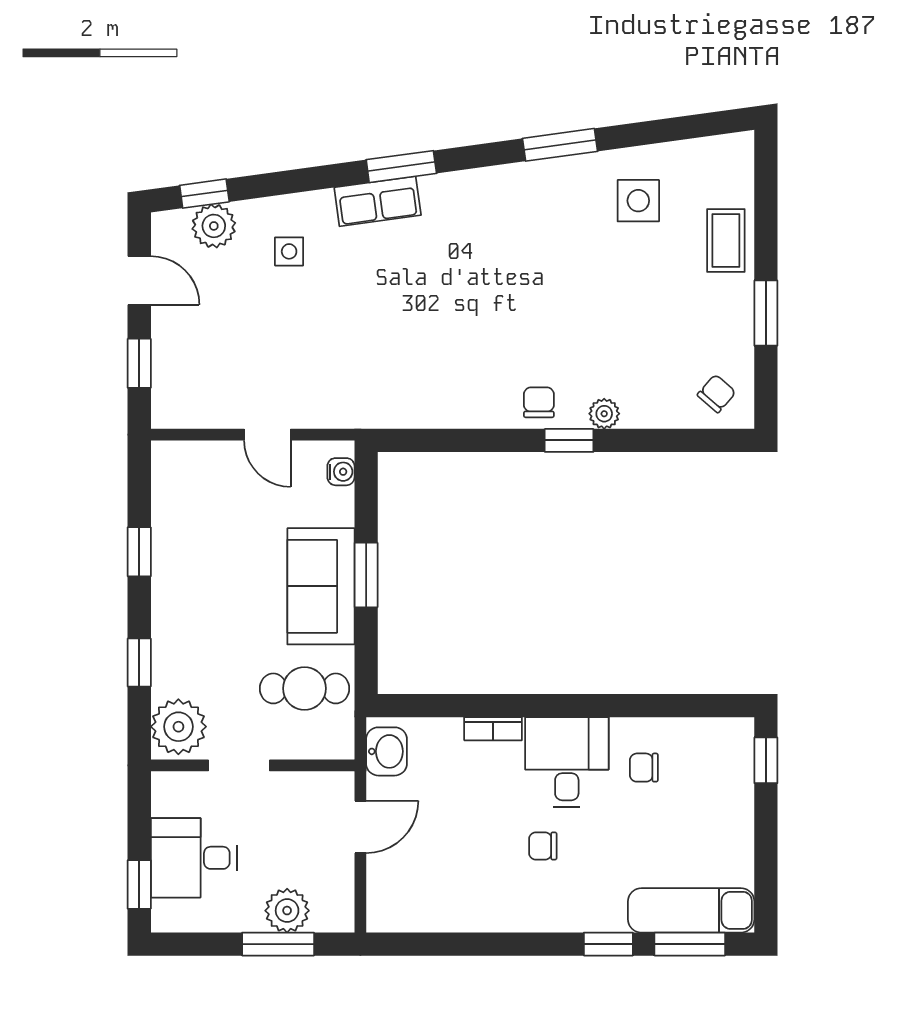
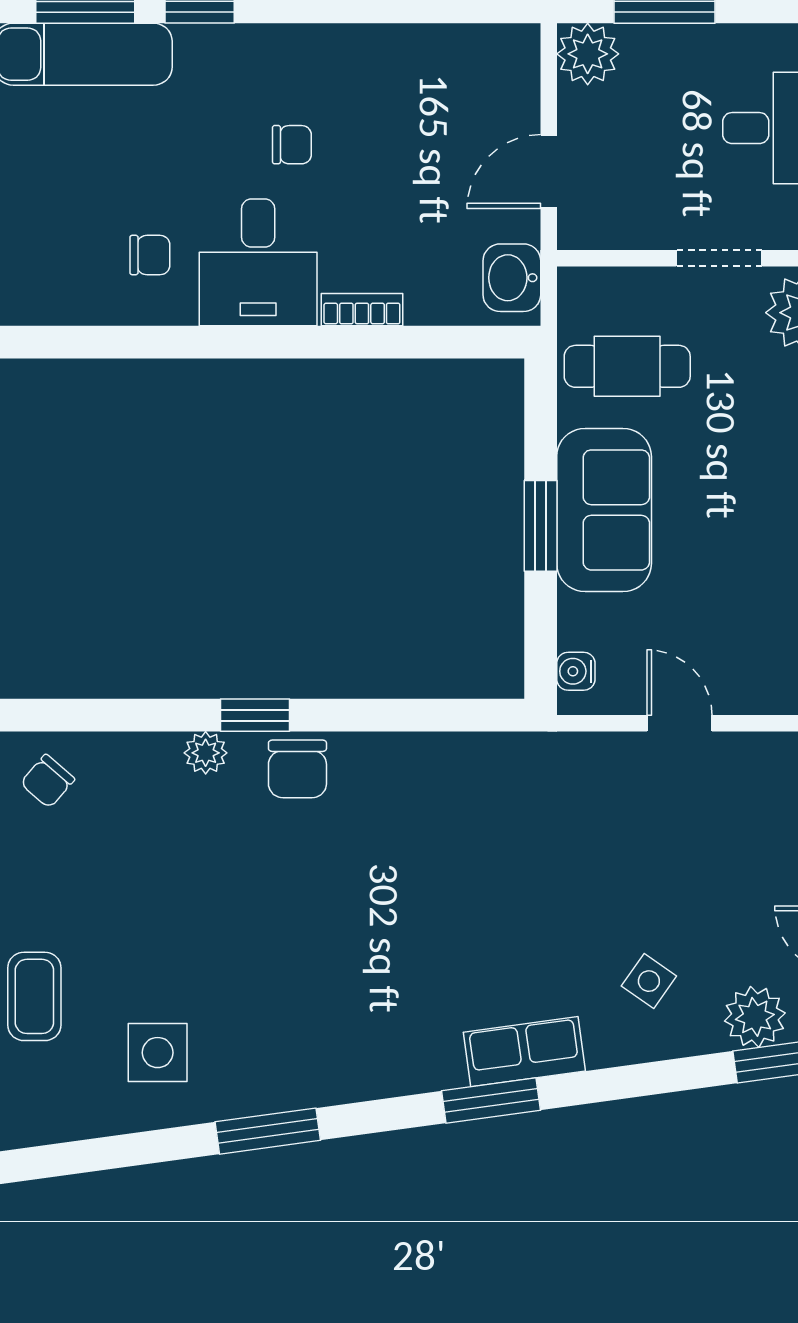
side table: (289, 251) -> (649, 981), turned 35
chair: (539, 402) -> (297, 769), width x1.37, depth x1.37
plant: (287, 911) -> (588, 54), moved

